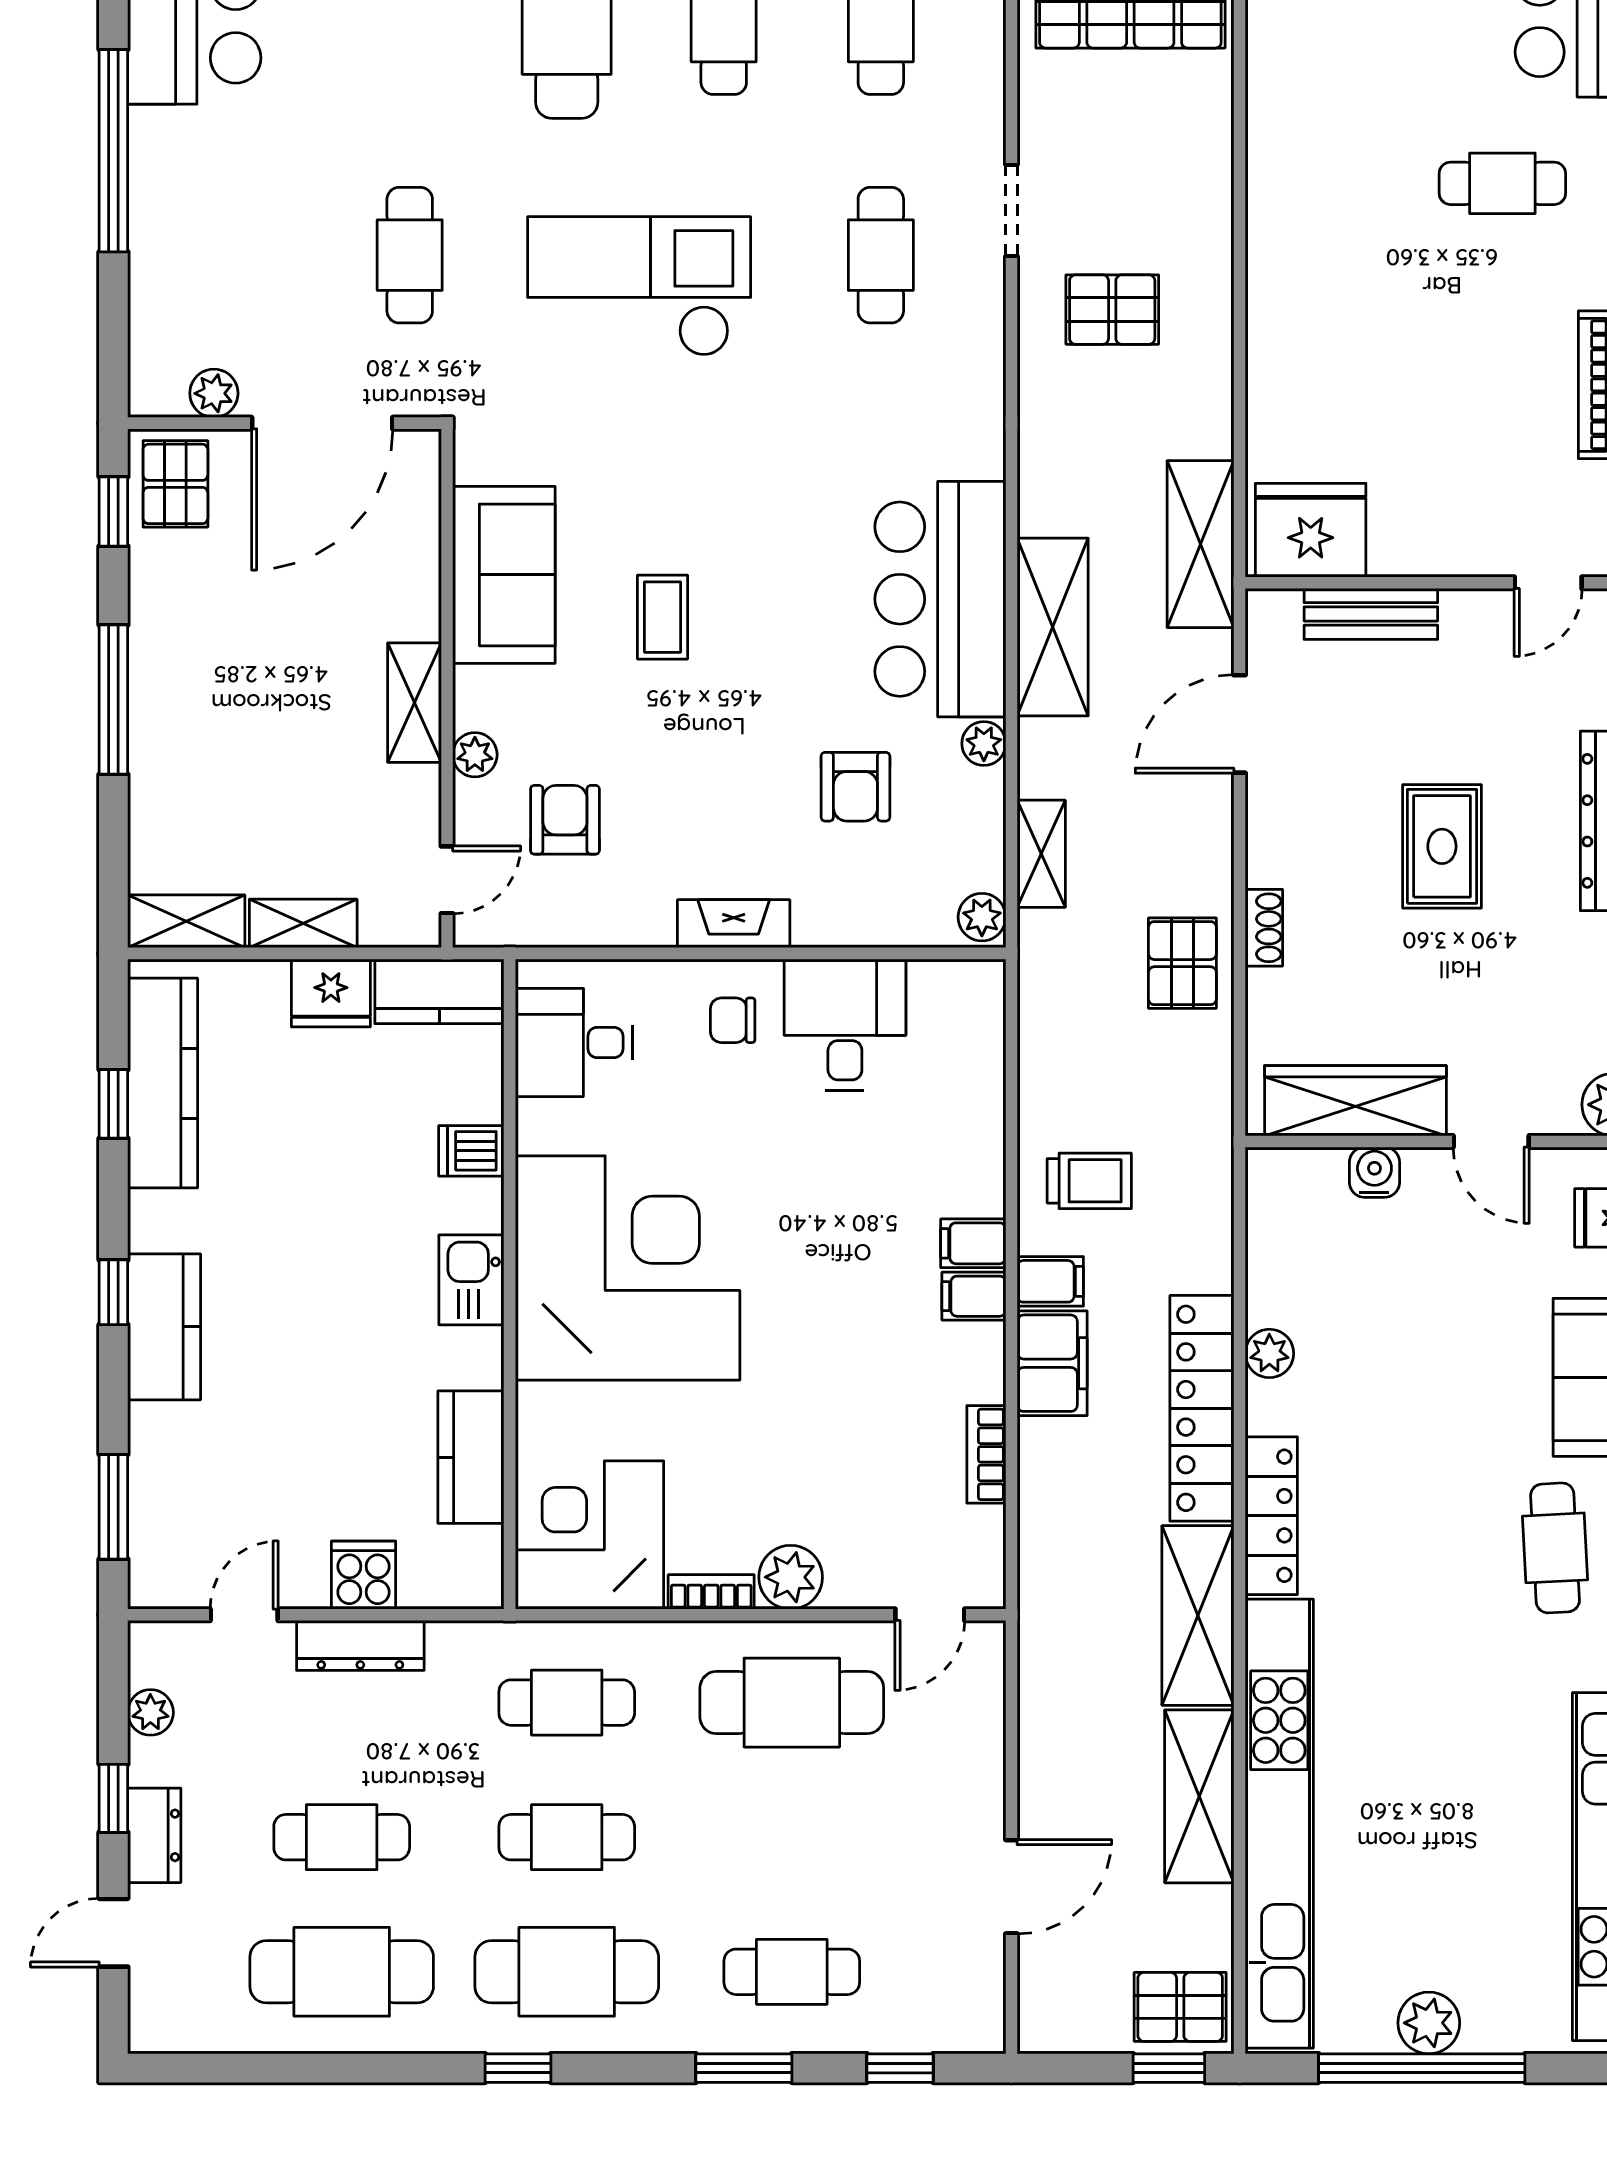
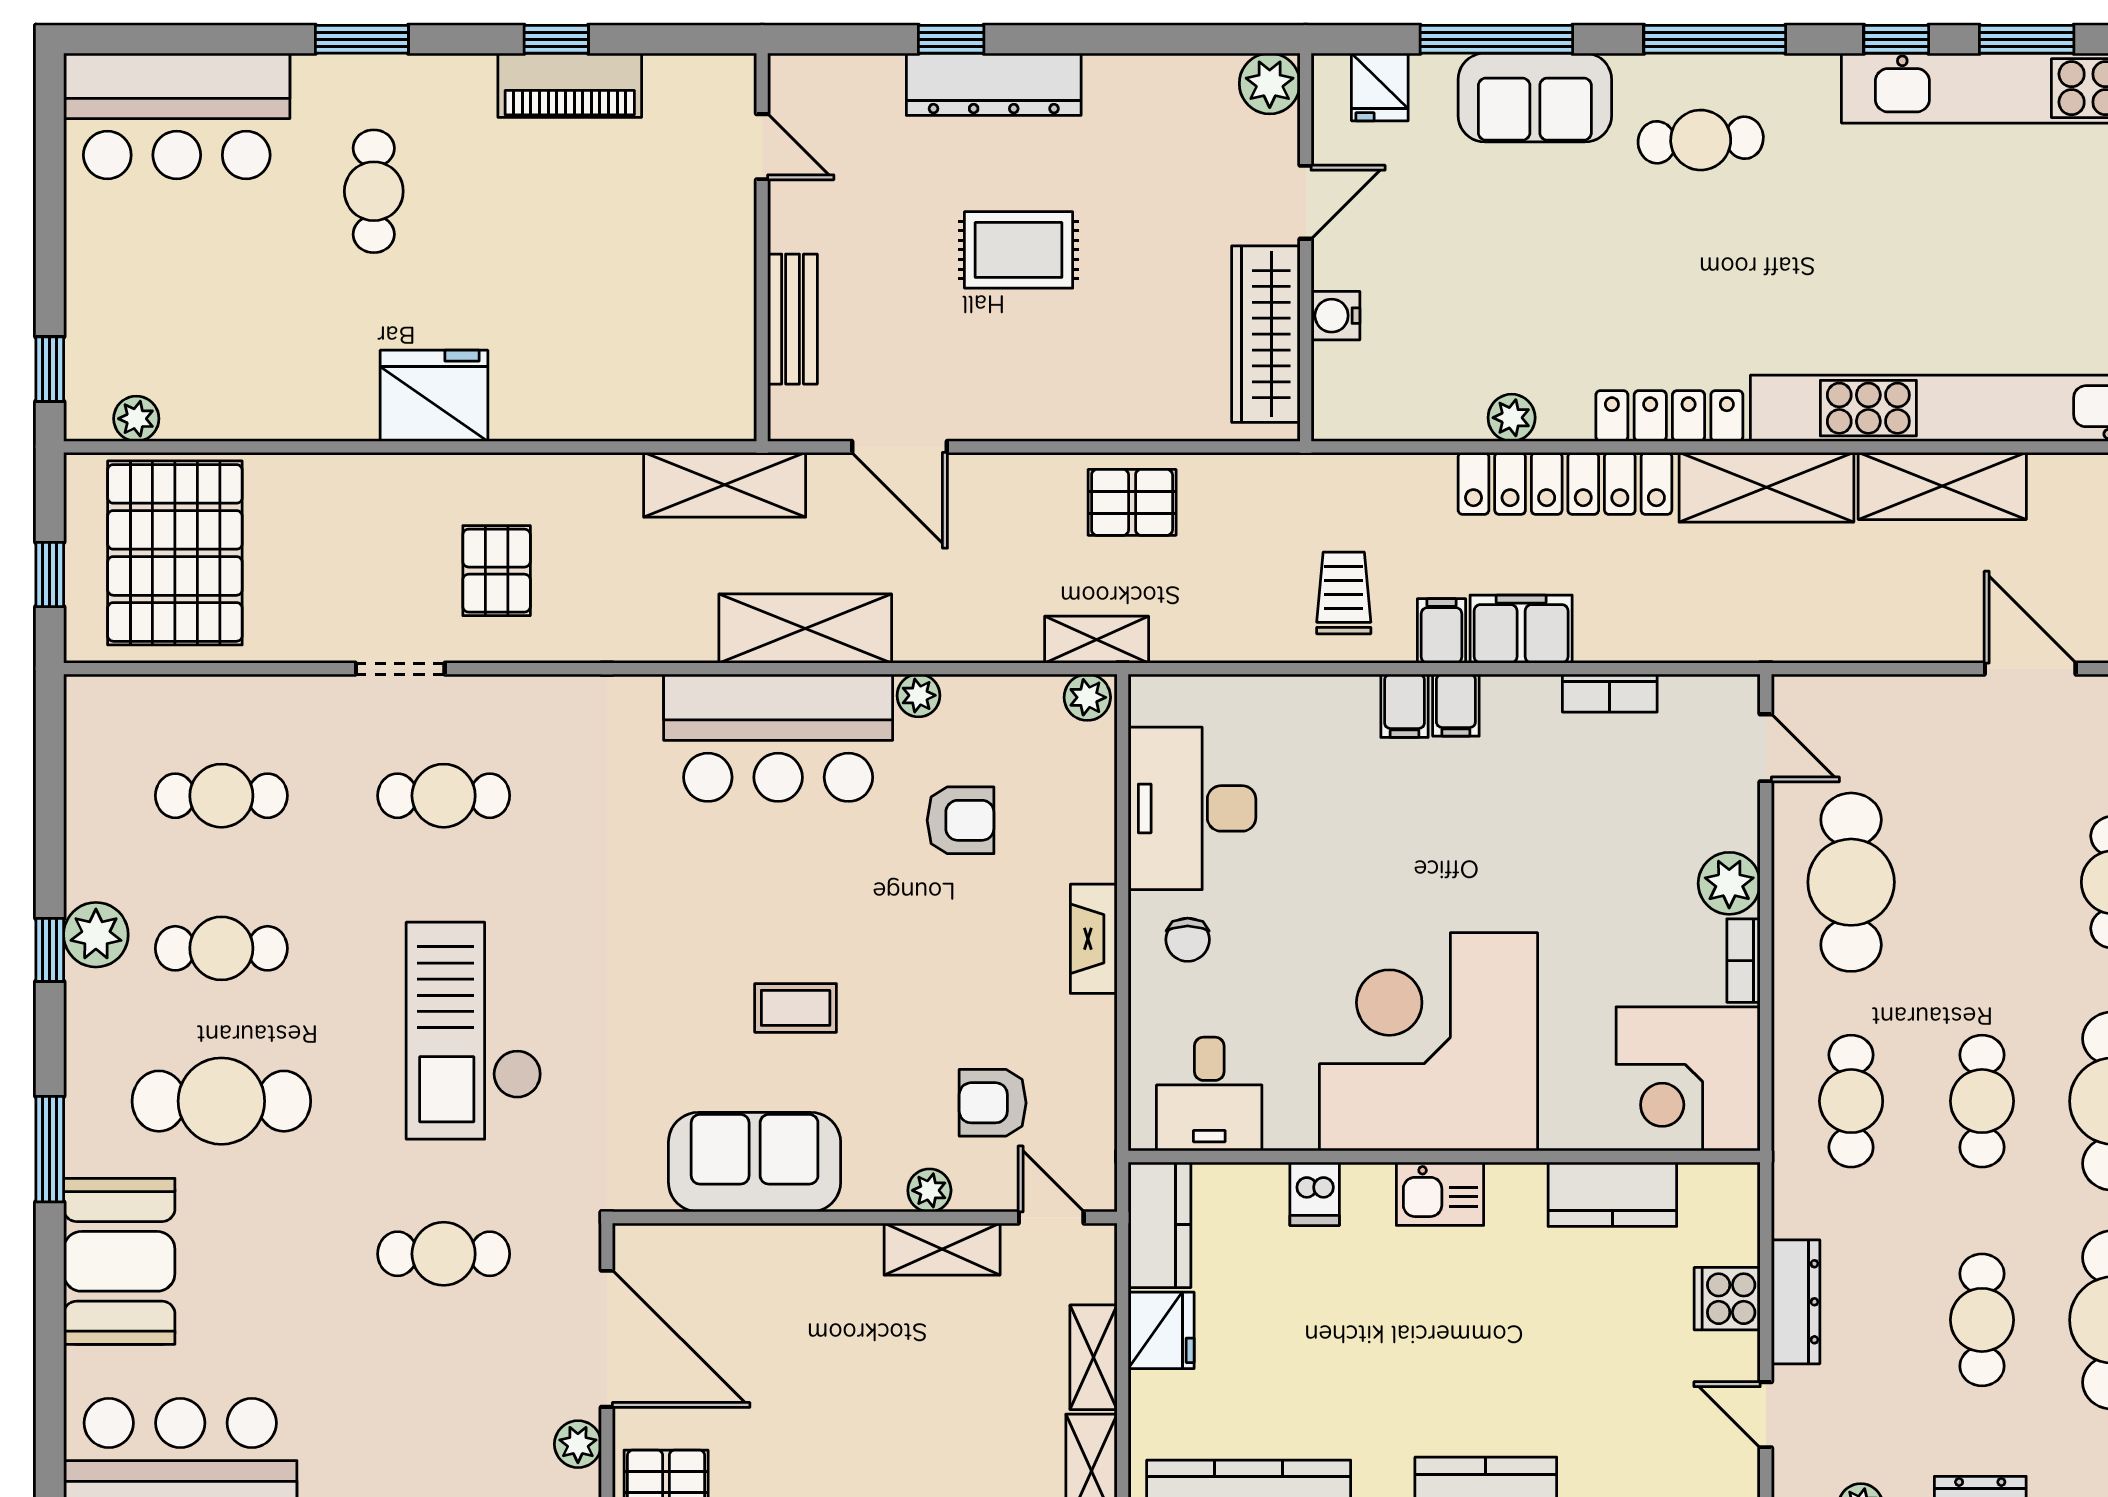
fridge: (1311, 530) -> (434, 396), moved, turned 90
shelving: (414, 703) -> (942, 1249), moved
shelving: (1041, 854) -> (1097, 640), moved
shoe rack: (1264, 928) -> (1098, 423), removed
desk: (845, 1025) -> (1192, 808), width x1.37

